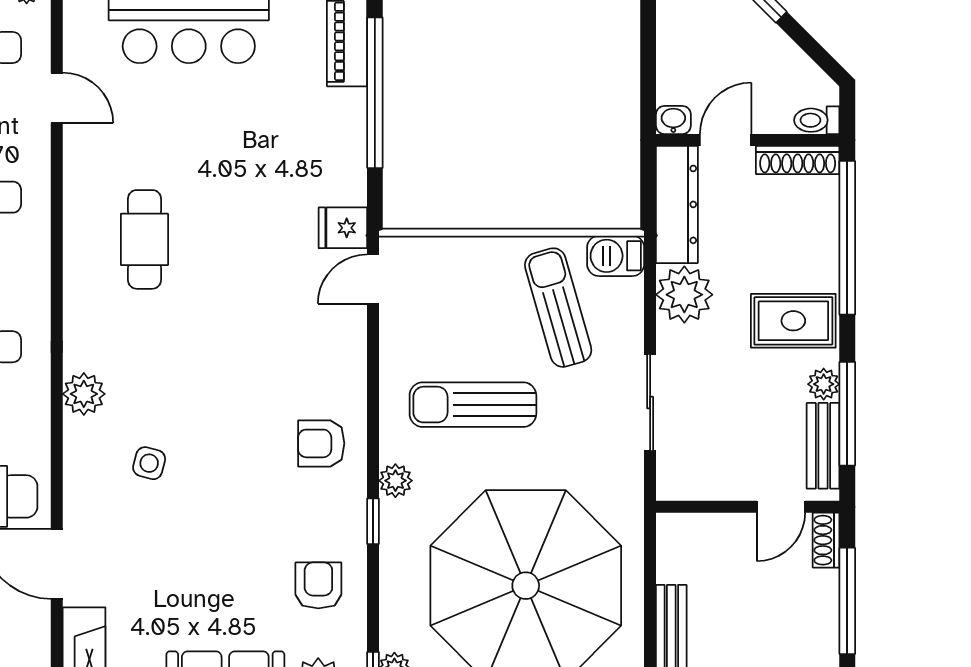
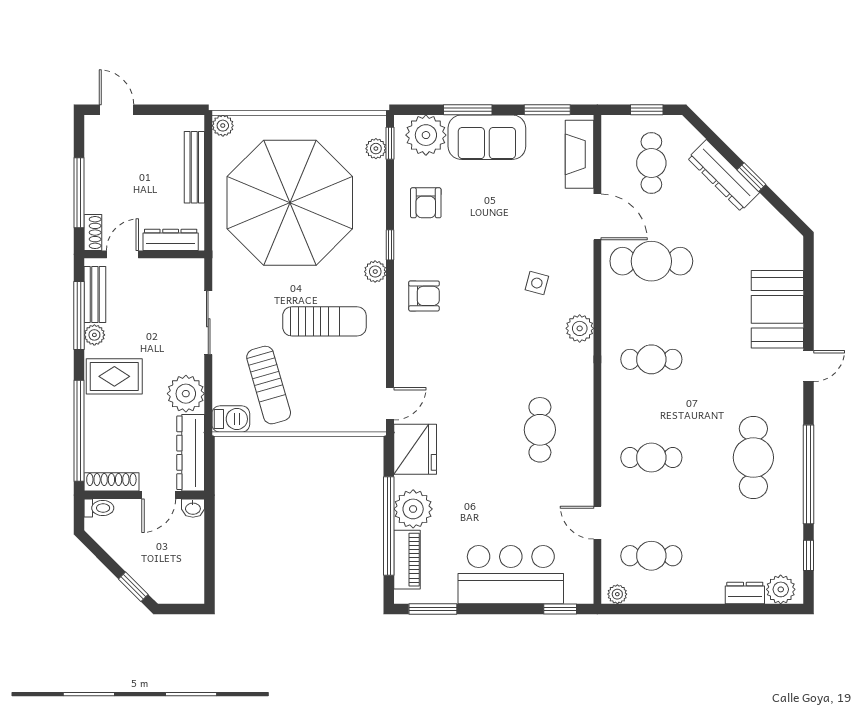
plant: (338, 119) -> (413, 509), added
fridge: (343, 228) -> (415, 449), width x1.88, depth x1.34
dresser: (707, 529) -> (171, 240), added

